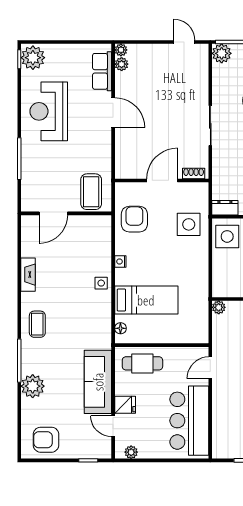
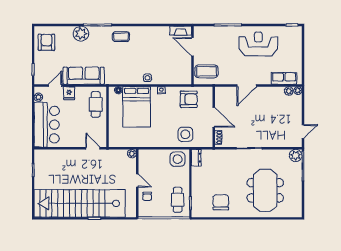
plant: (33, 58) -> (293, 34), removed
door: (113, 113) -> (247, 86), moved
fireplace: (28, 275) -> (181, 31), moved
bed: (146, 300) -> (137, 107), width x1.50
bar counter: (189, 421) -> (47, 125), moved, turned 90

